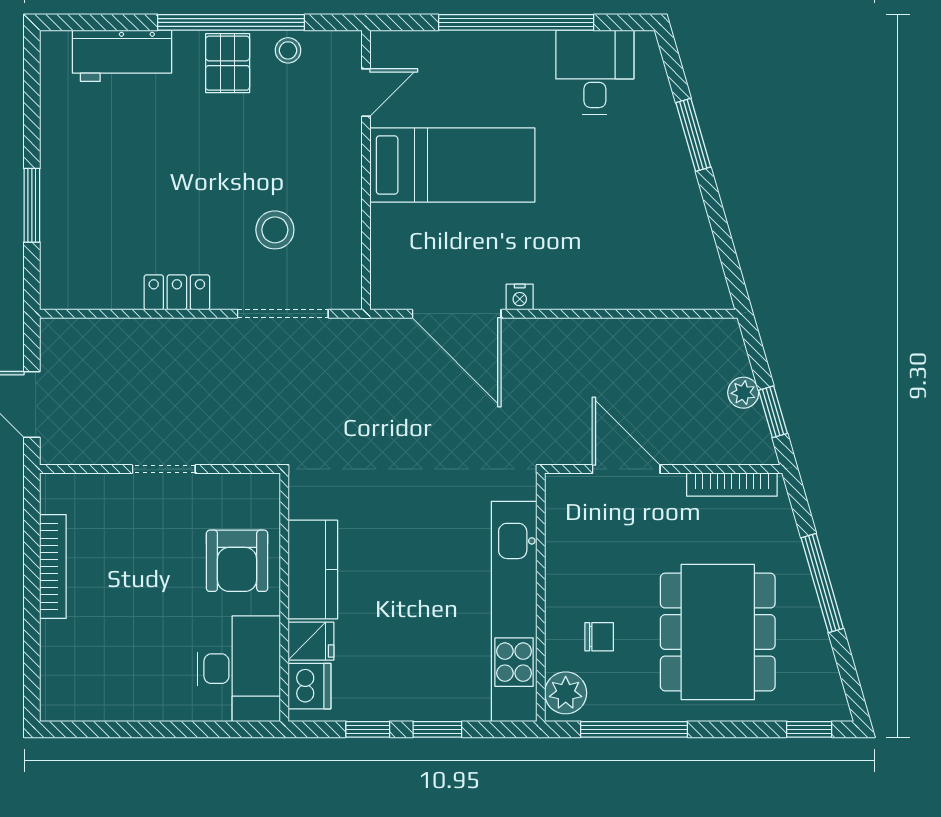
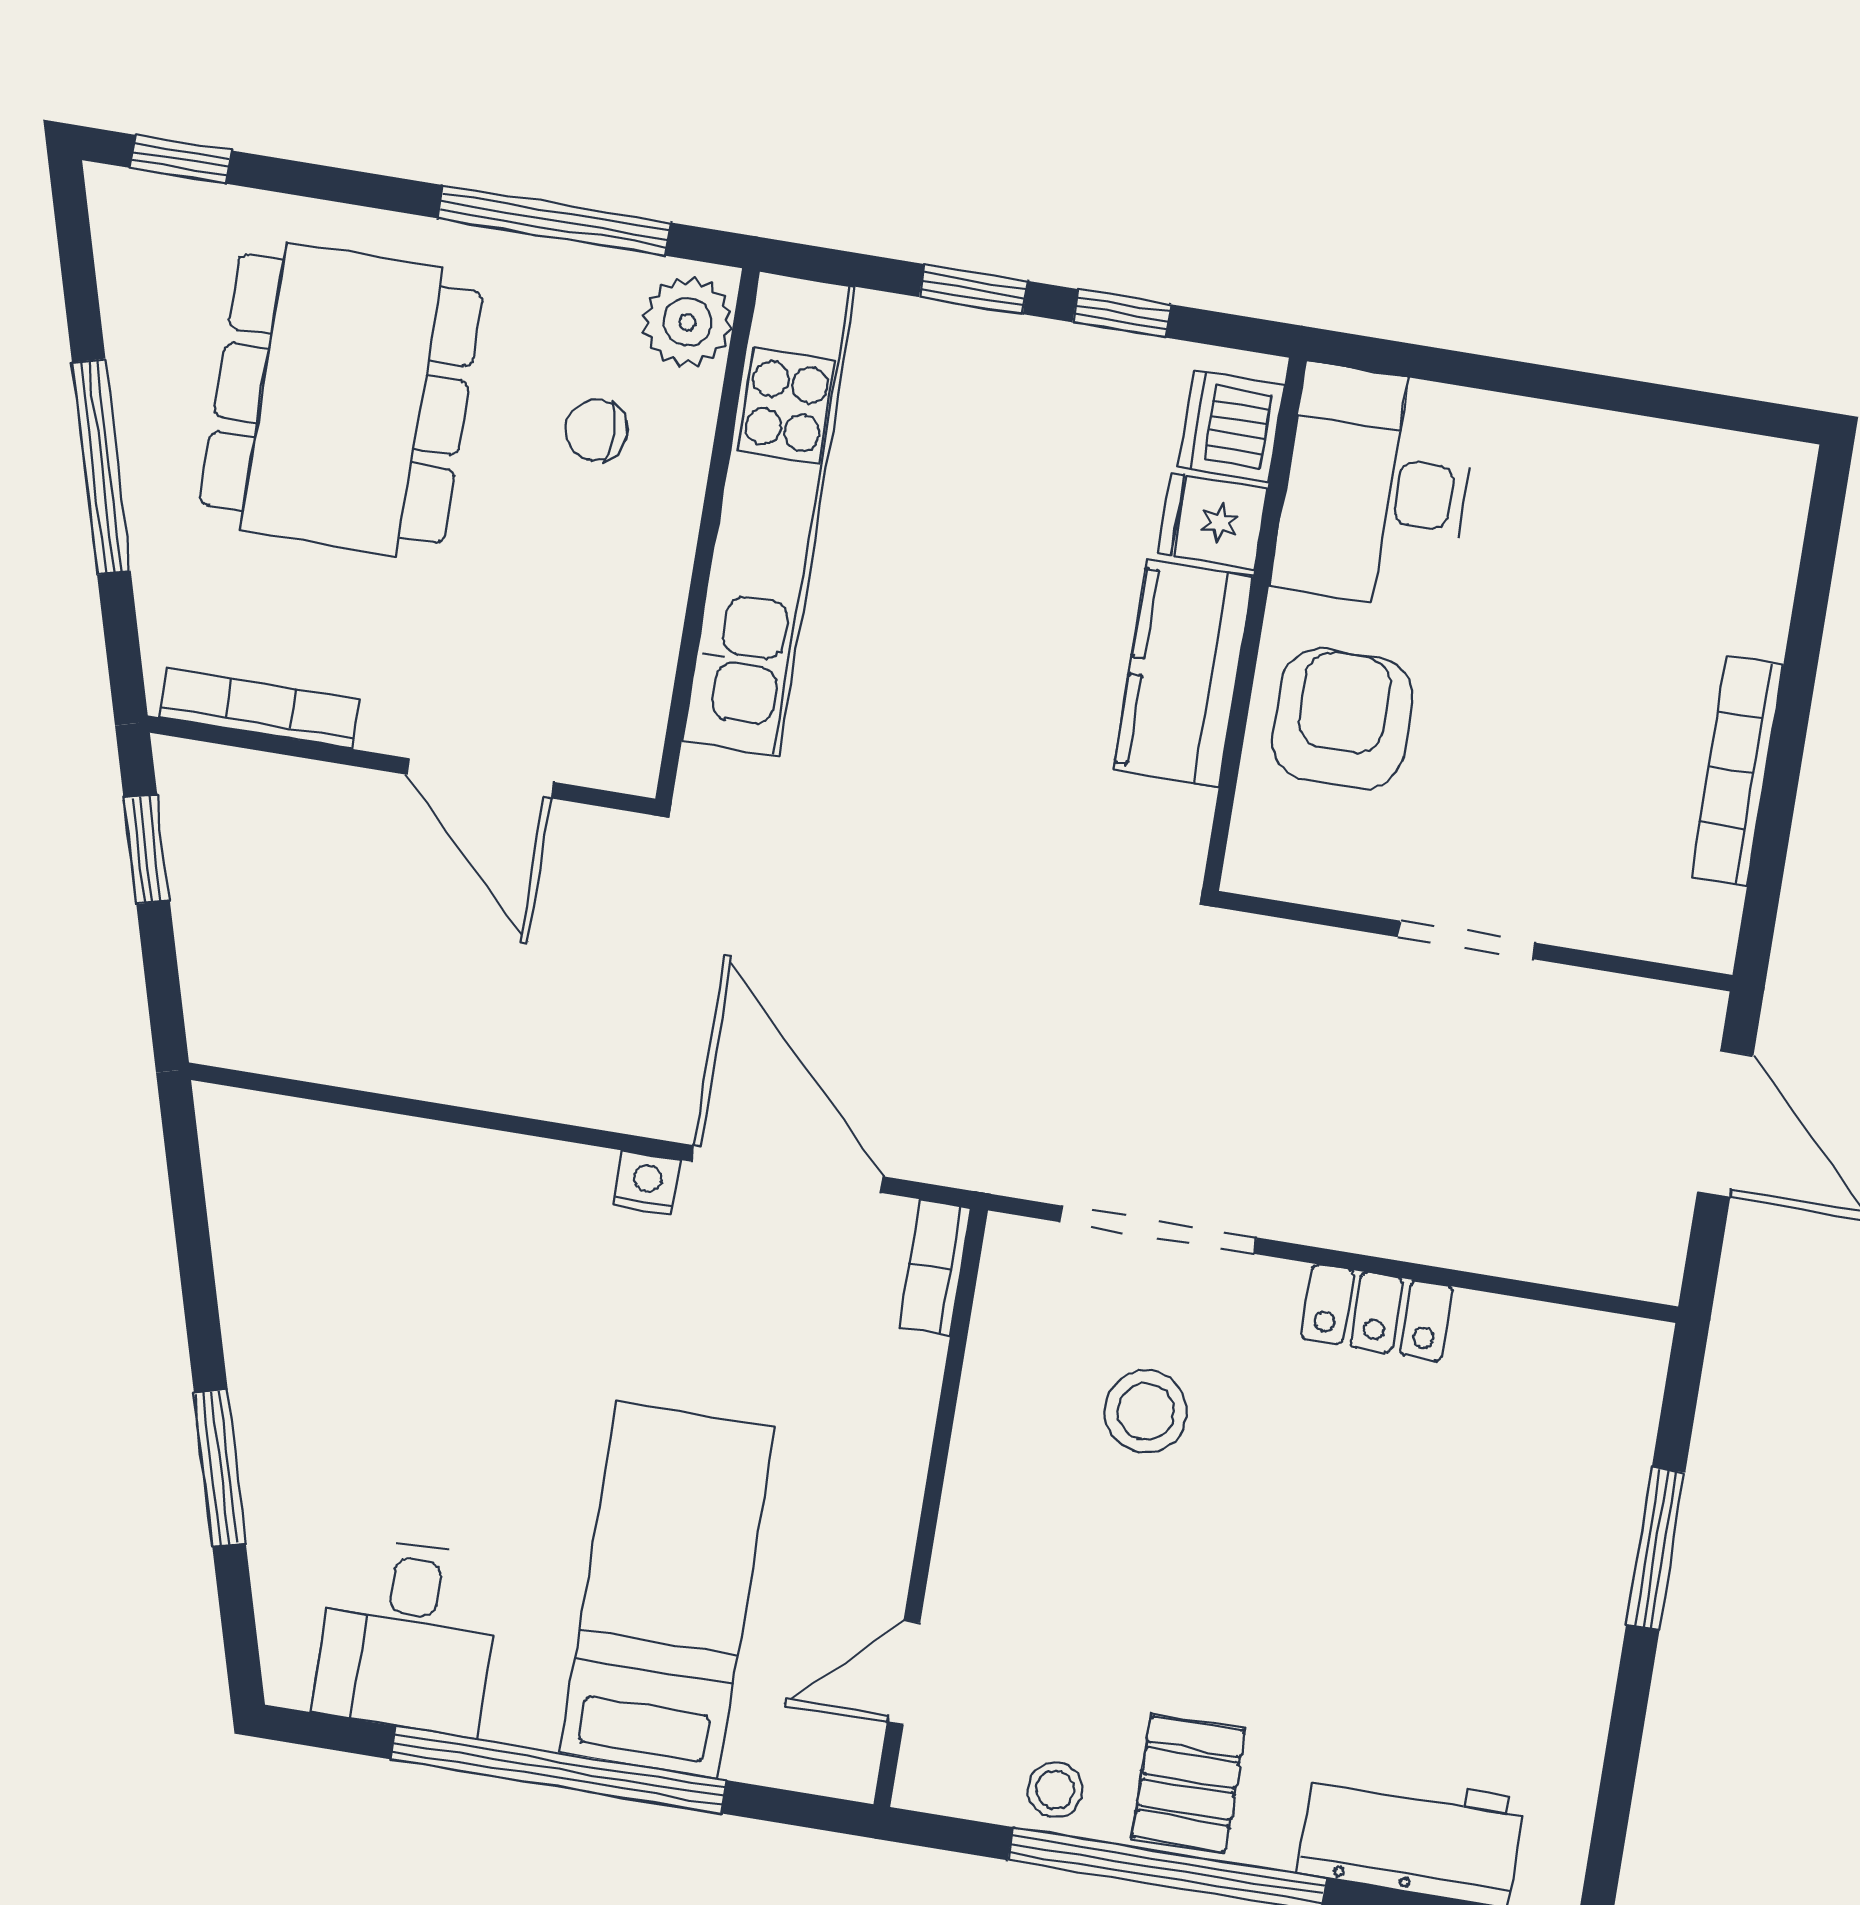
bed: (452, 165) -> (667, 1590), moved, turned 90
bookcase: (382, 280) -> (935, 1267), added
plant: (743, 393) -> (203, 900), removed

